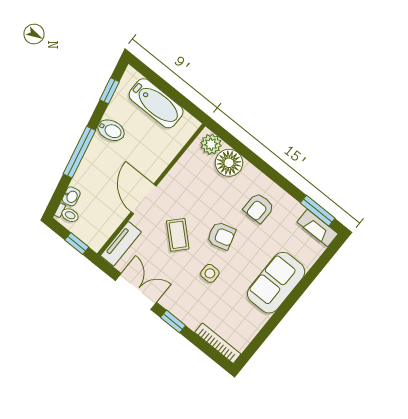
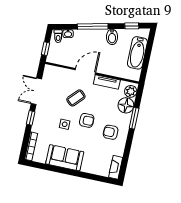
window: (318, 211) -> (134, 118), moved
armchair: (221, 236) -> (87, 120), turned -74
tv unit: (121, 244) -> (107, 82), moved
sofa: (276, 283) -> (65, 158), moved
double door: (136, 292) -> (36, 91), swing flipped

